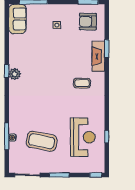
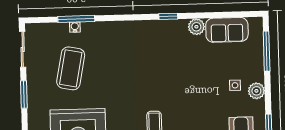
plant: (61, 10) -> (256, 91), added
sofa: (17, 19) -> (227, 30), moved
plant: (15, 74) -> (196, 27), moved

